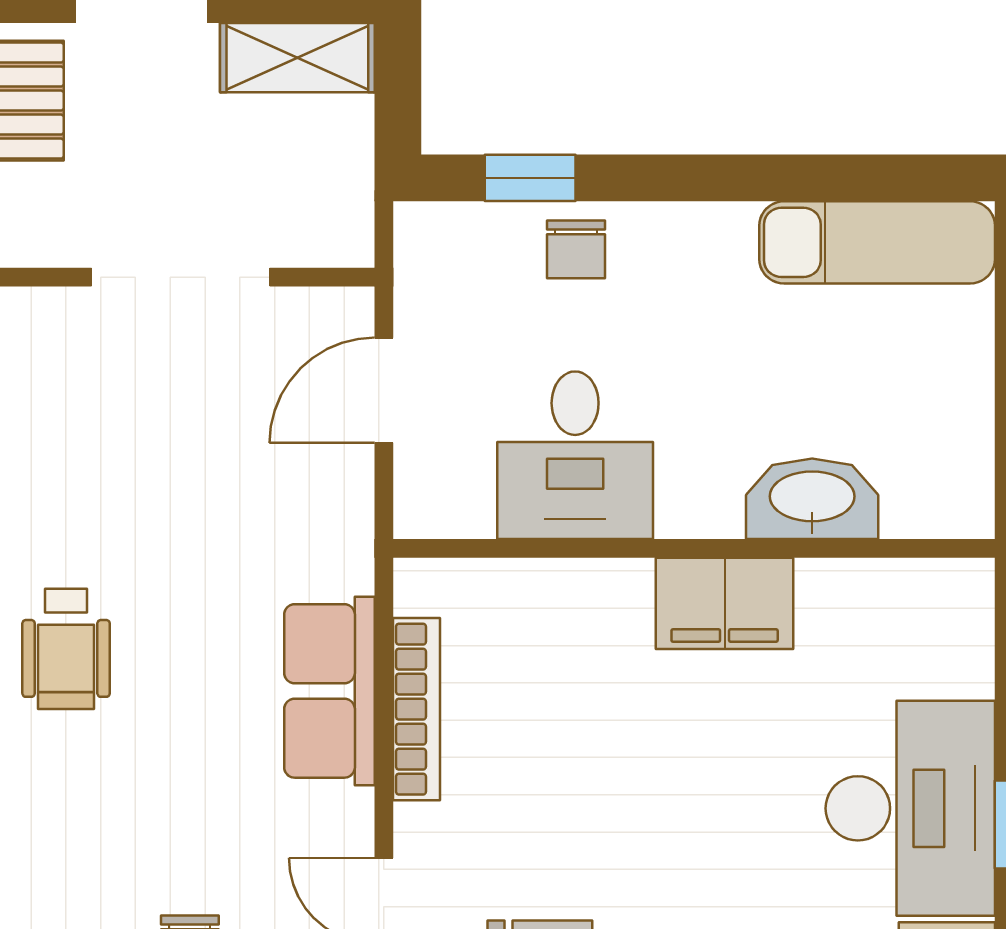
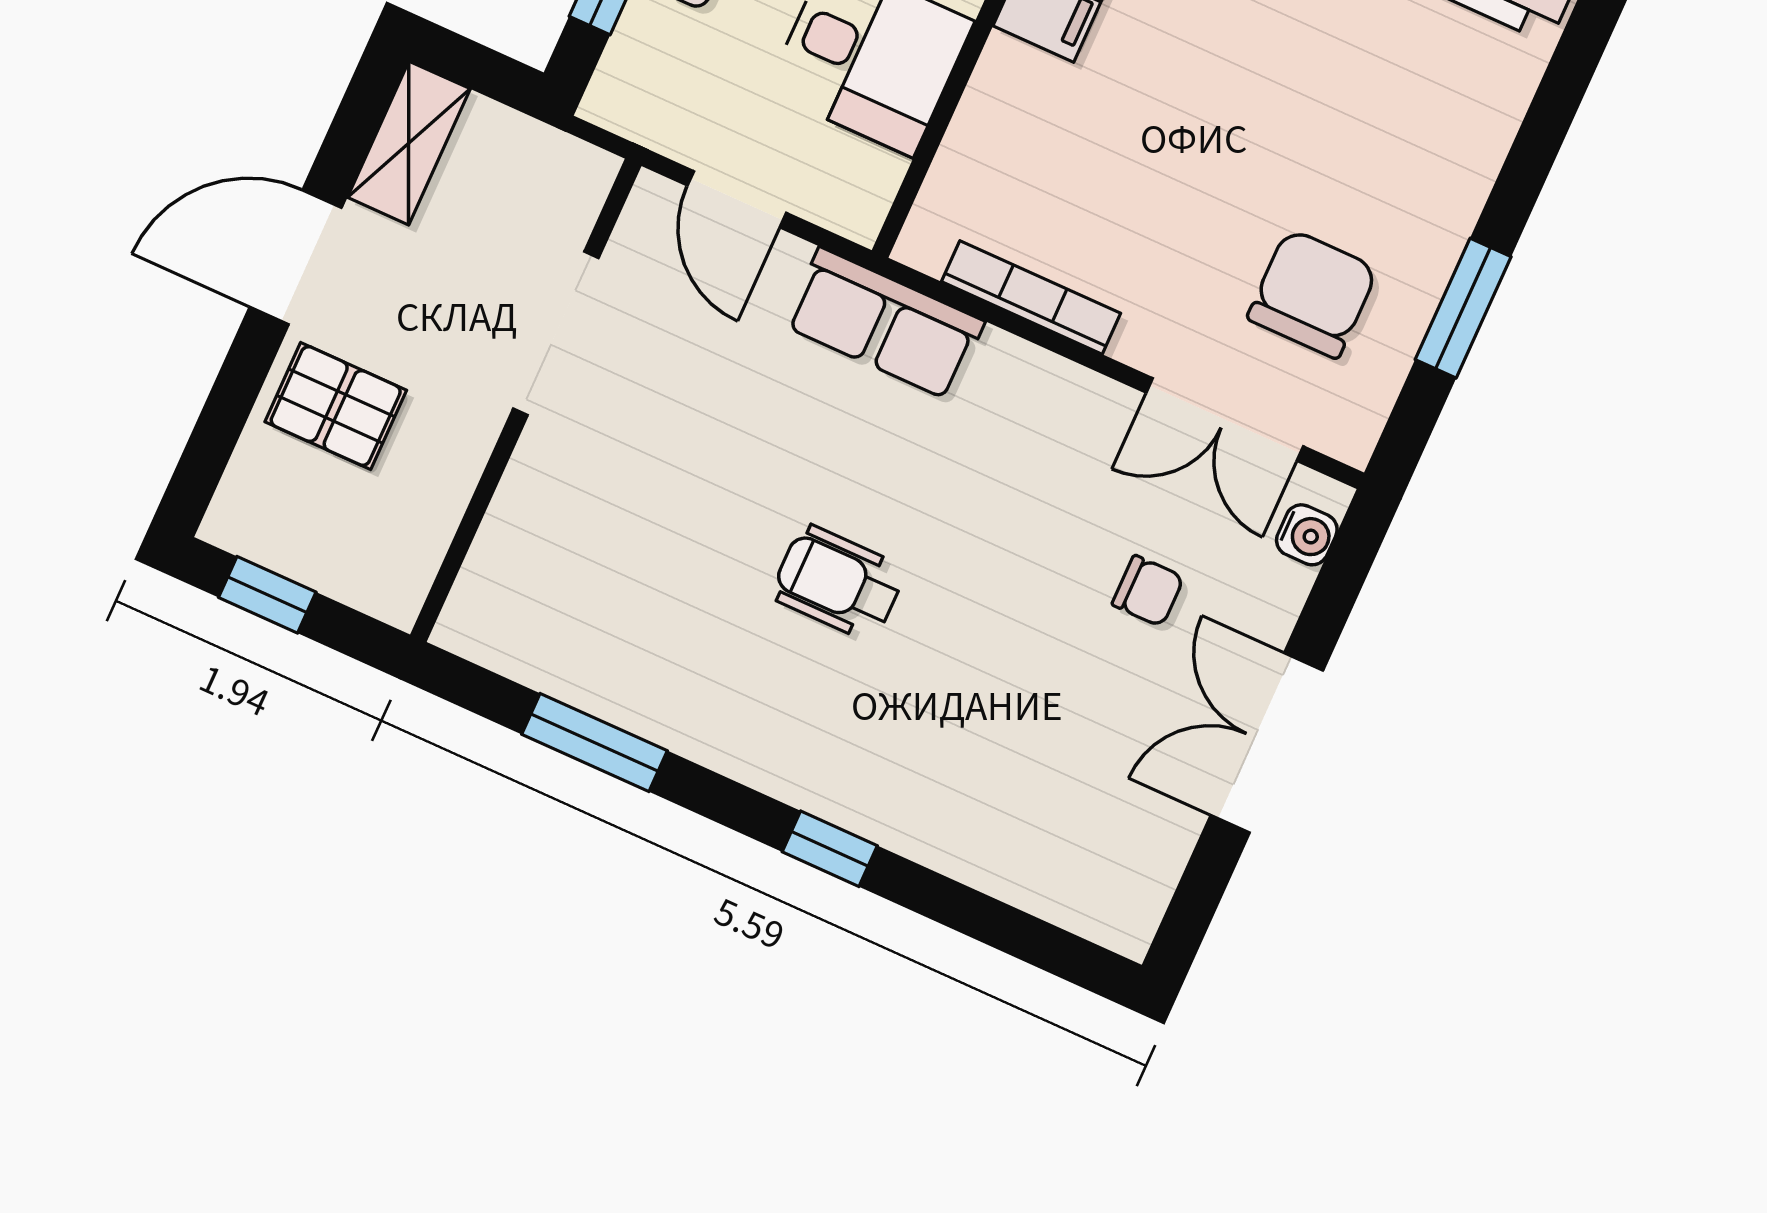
wheelchair: (66, 649) -> (838, 583), turned 180
row of seats: (329, 691) -> (884, 324), moved

